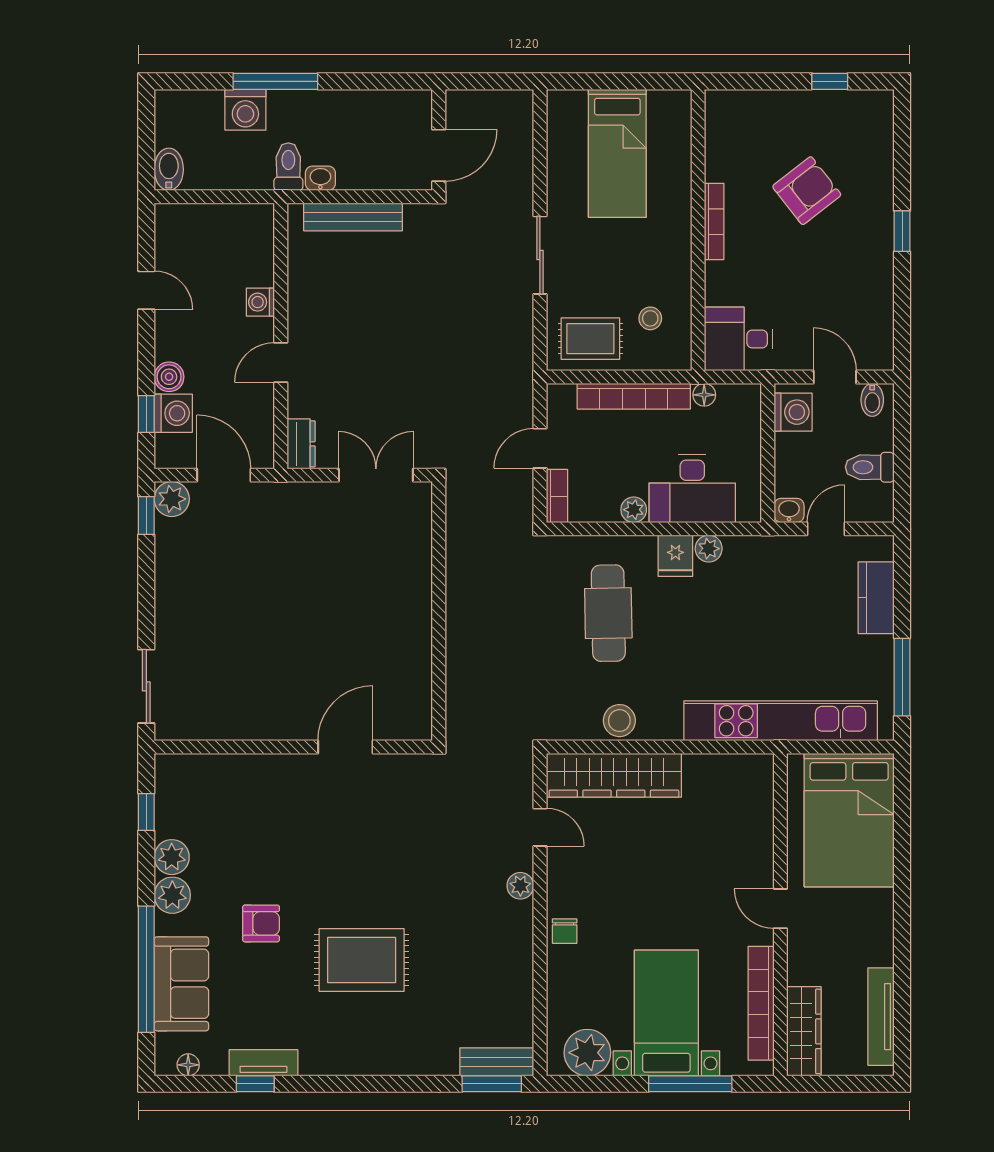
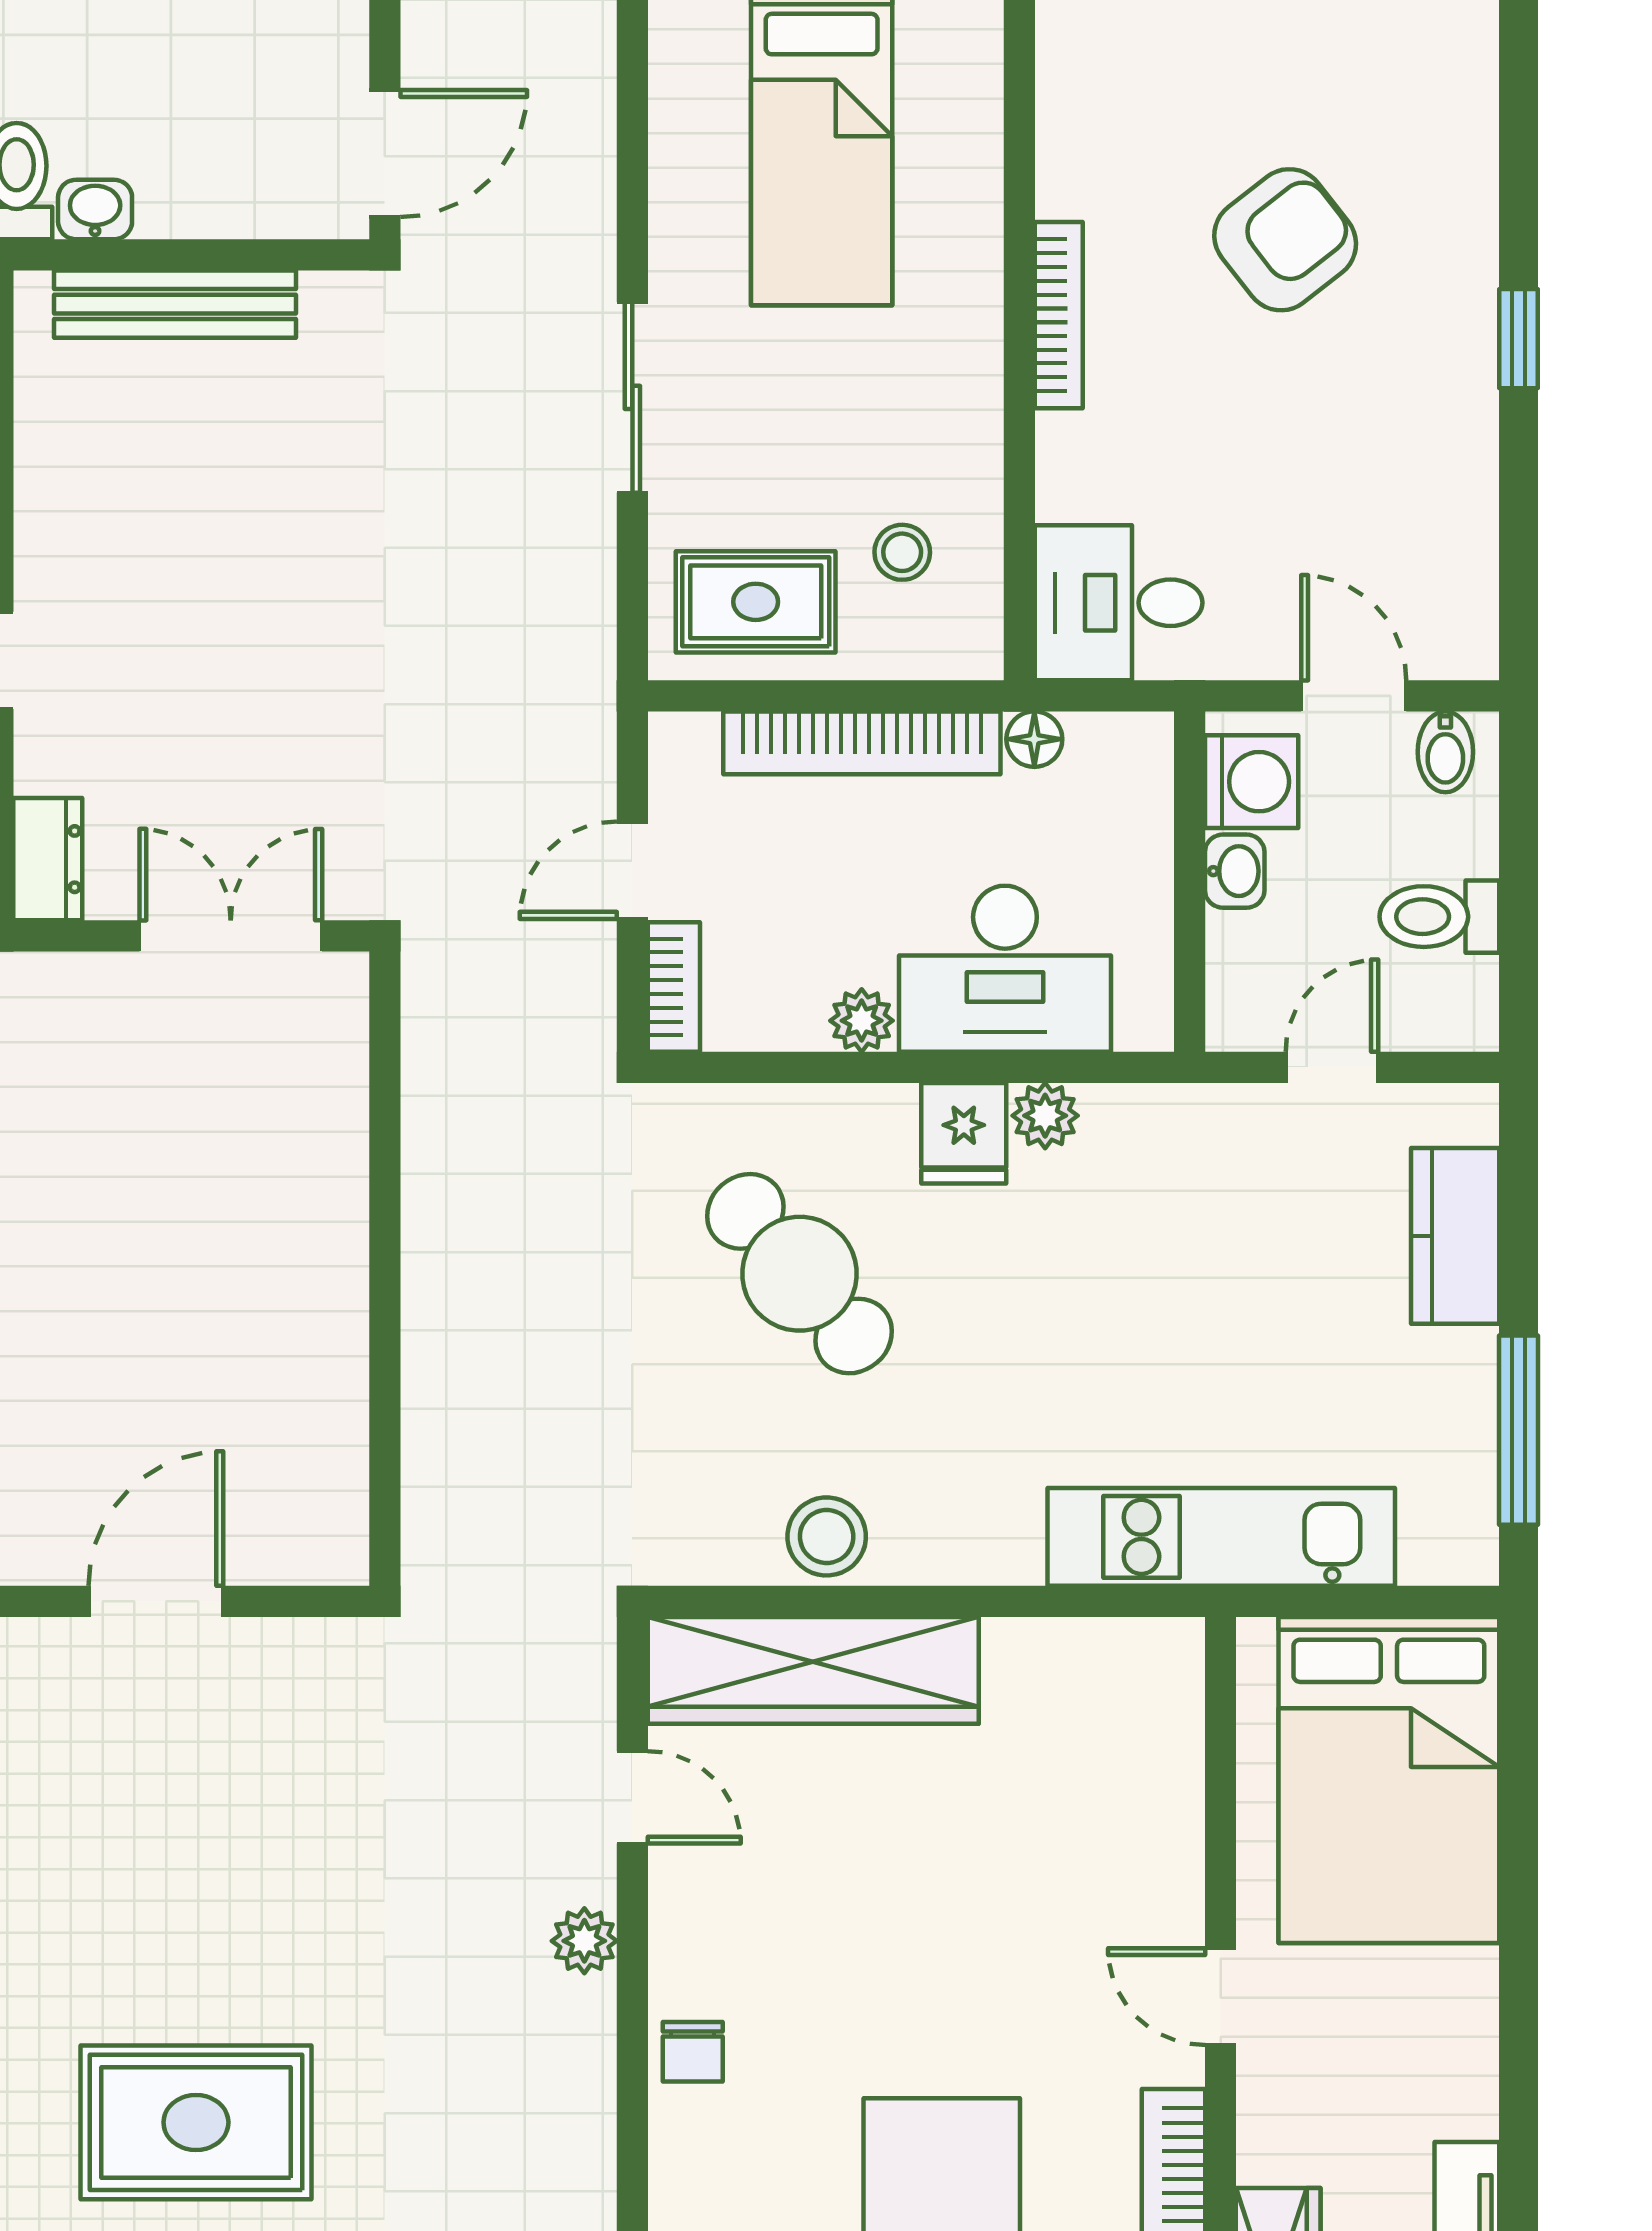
washbasin: (789, 510) -> (1235, 871), moved, turned 90
cafe table: (608, 613) -> (800, 1274), turned -40
kitchen unit: (781, 721) -> (1221, 1537), width x0.73

